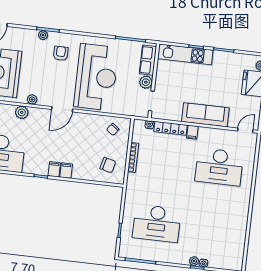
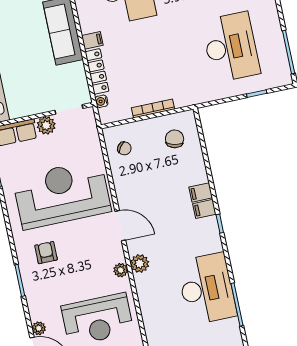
plant: (43, 35) -> (39, 328), moved
armchair: (61, 53) -> (46, 253), turned 90
plant: (22, 112) -> (140, 263), moved

